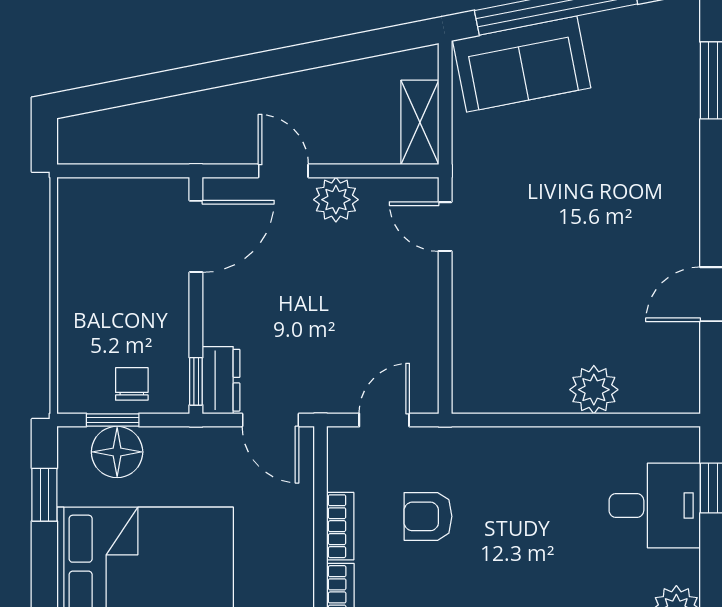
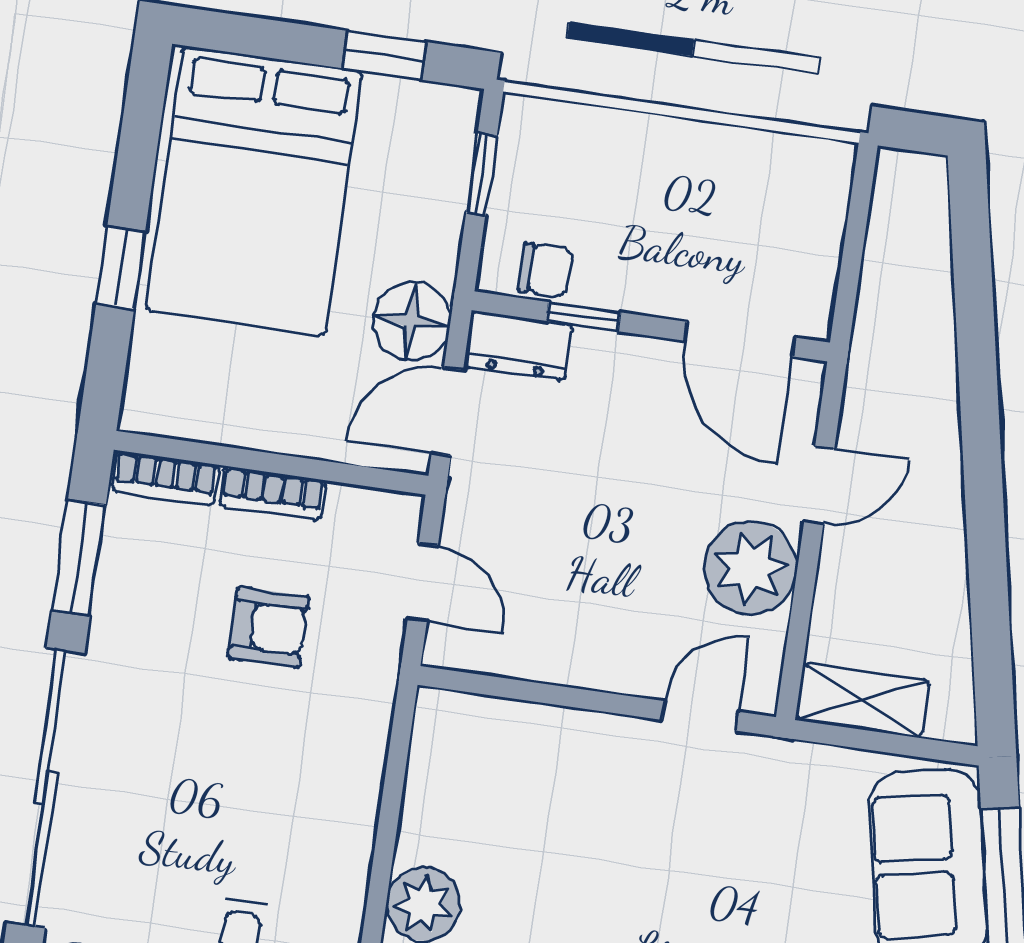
plant: (336, 200) -> (751, 568), width x1.36, depth x1.36
window: (196, 381) -> (583, 317), moved
chair: (132, 384) -> (545, 270), moved
floor lamp: (117, 452) -> (411, 321), moved
armchair: (428, 516) -> (268, 627), turned 90

